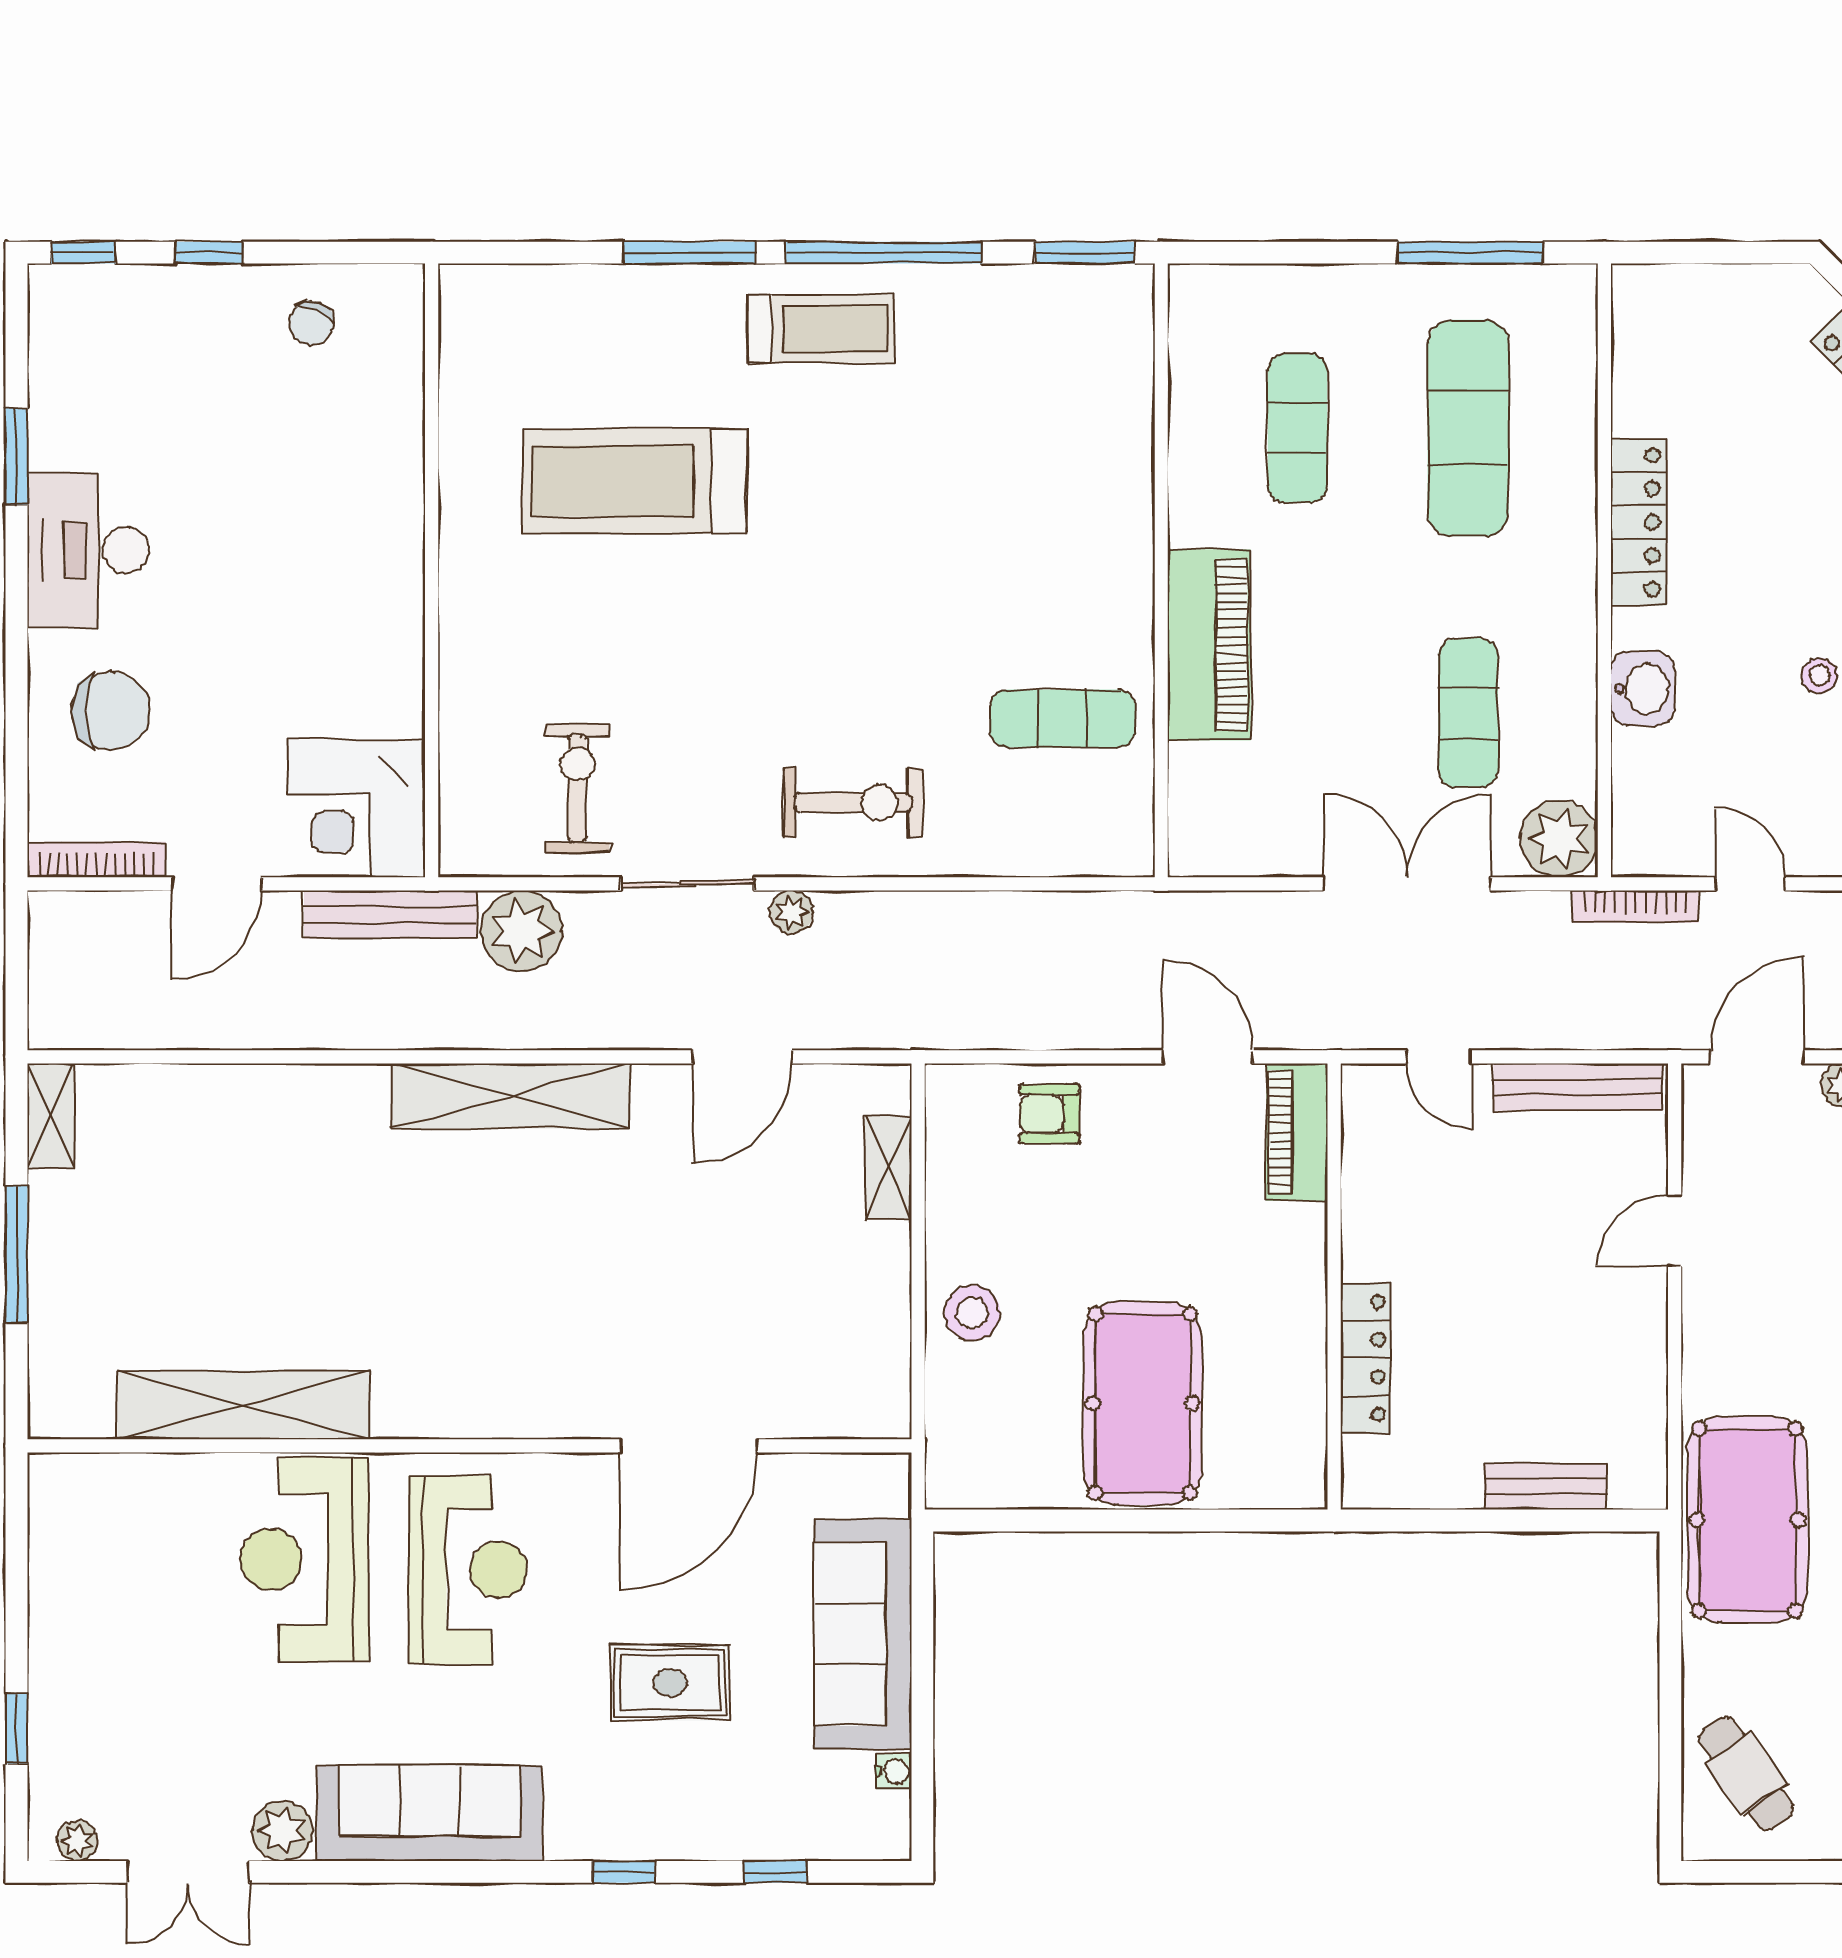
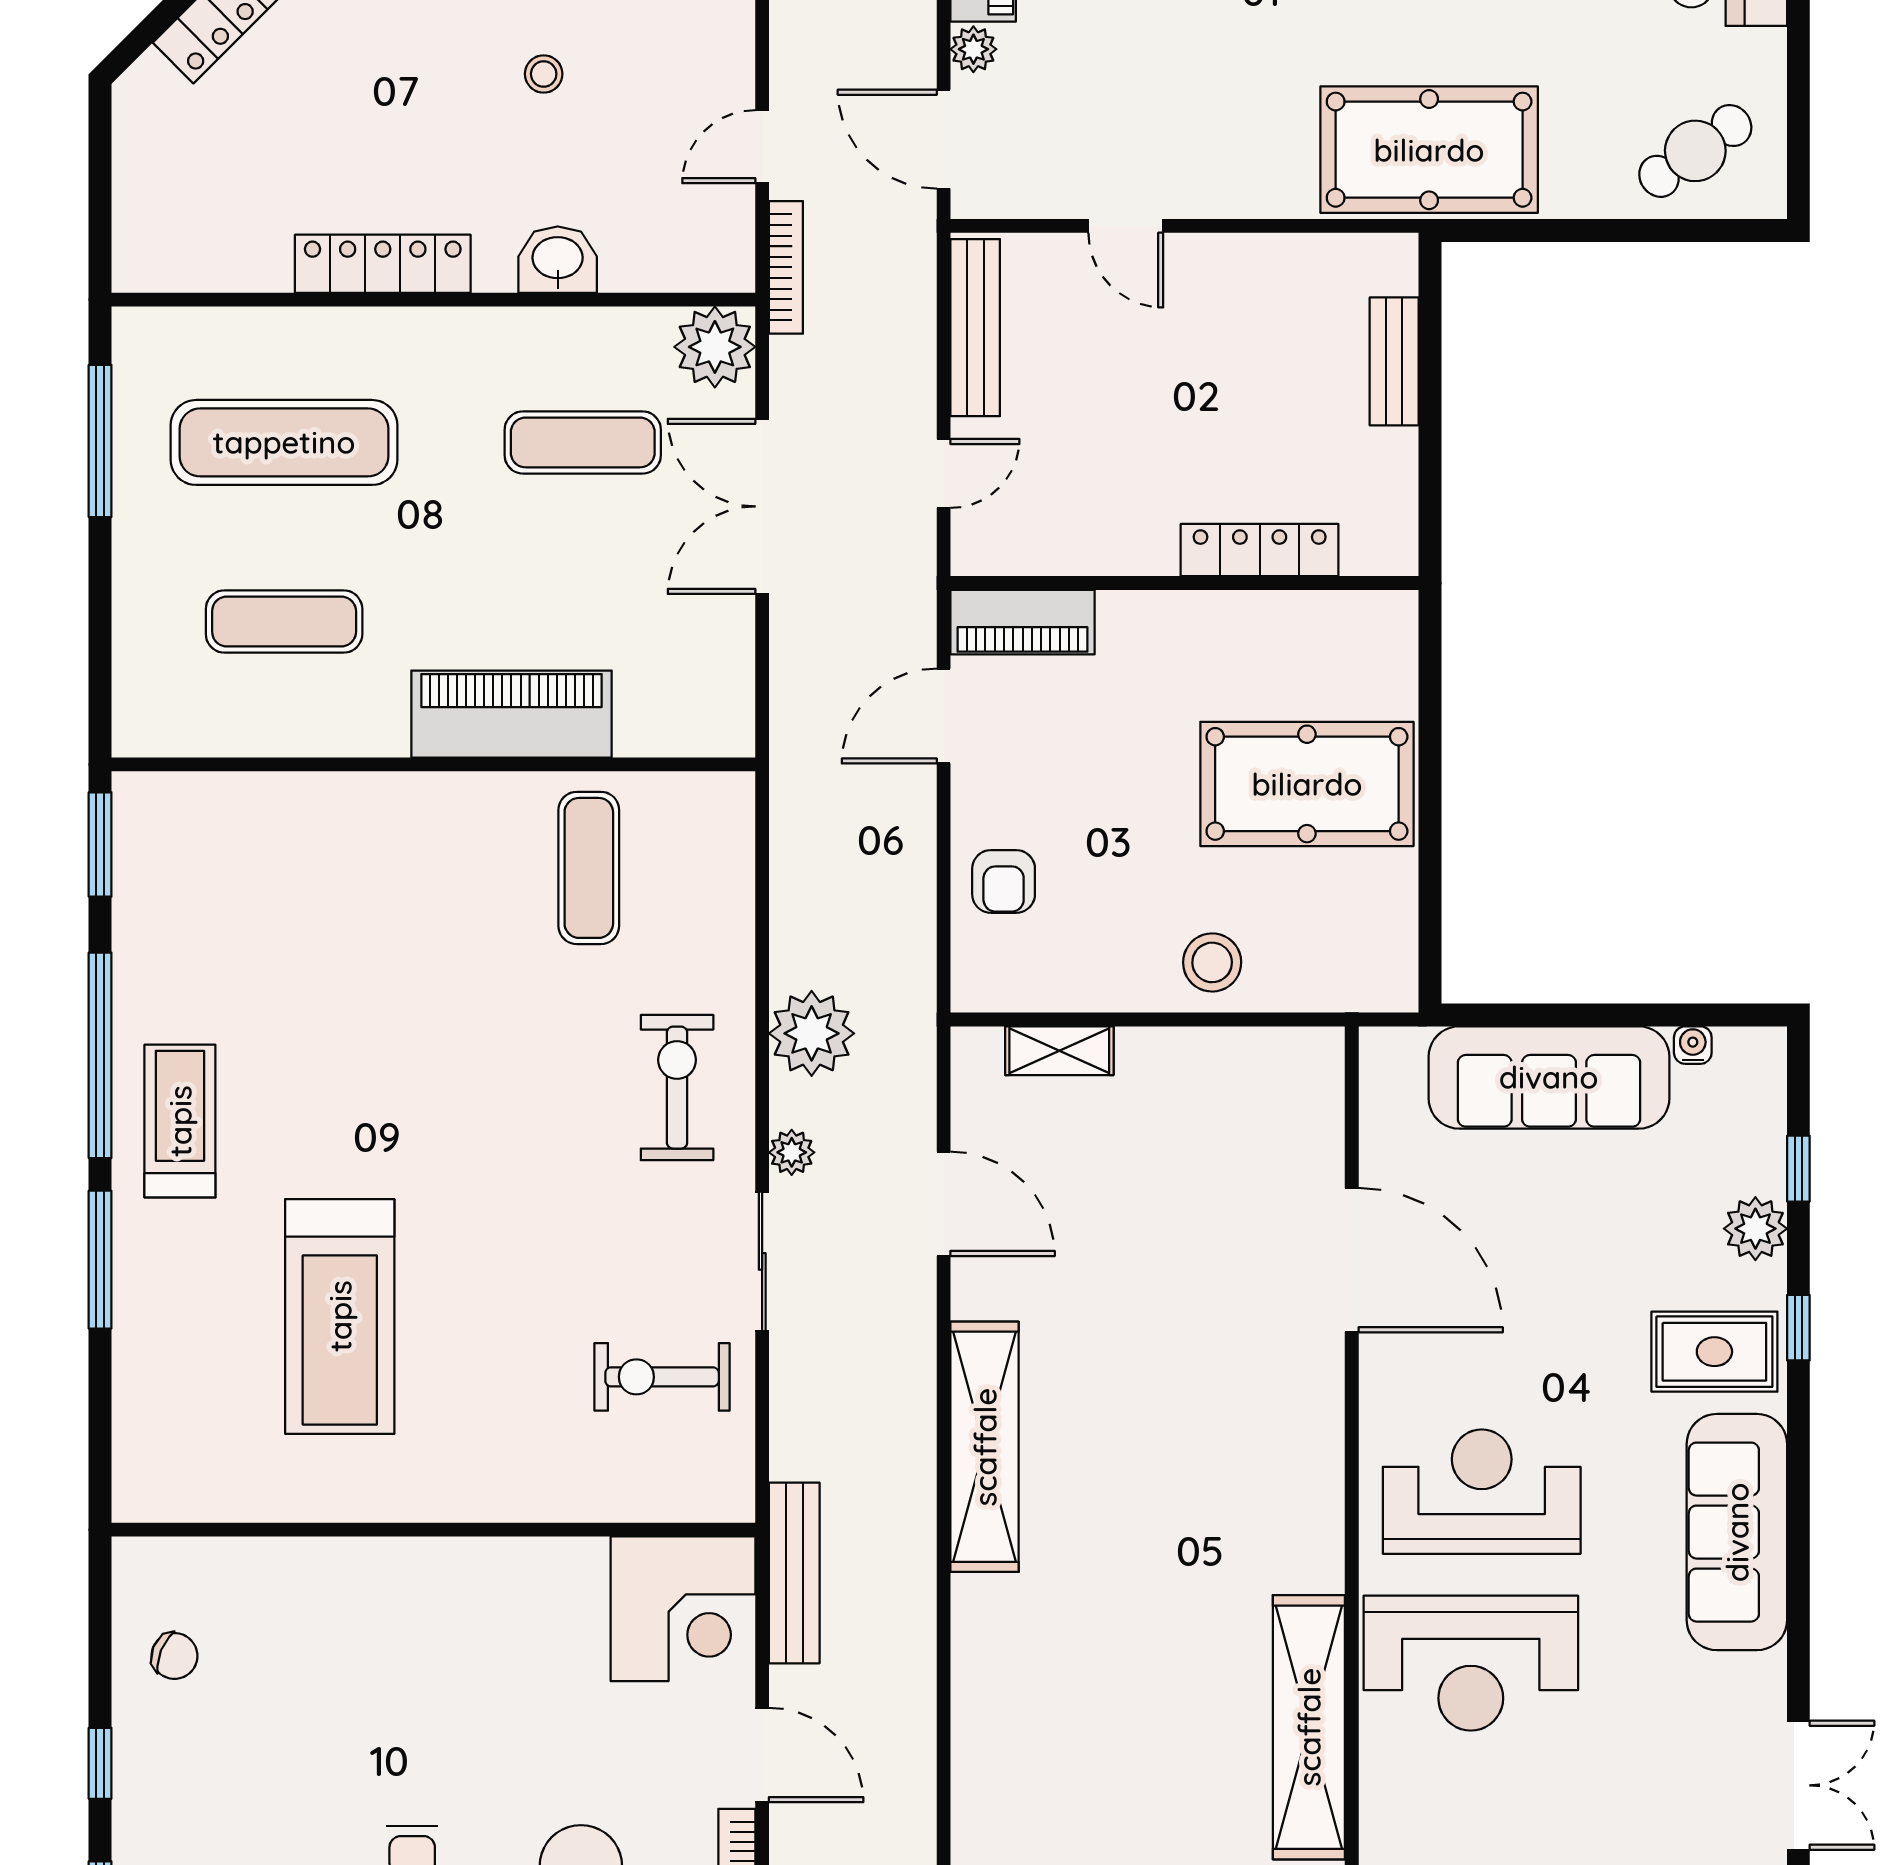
plant: (521, 931) -> (812, 1033), moved
rug: (670, 1683) -> (1714, 1352), moved, turned 90
plant: (282, 1831) -> (1755, 1229), moved

